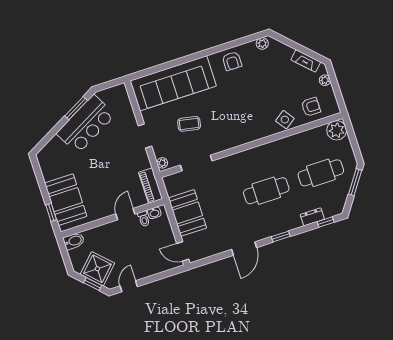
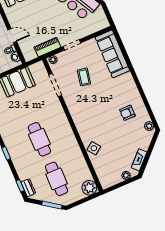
armchair: (232, 61) -> (127, 113), moved
sofa: (173, 83) -> (112, 54), width x0.74, depth x0.79
armchair: (311, 107) -> (105, 167), removed
piano: (151, 186) -> (47, 47), moved
dresser: (312, 217) -> (28, 188), moved

